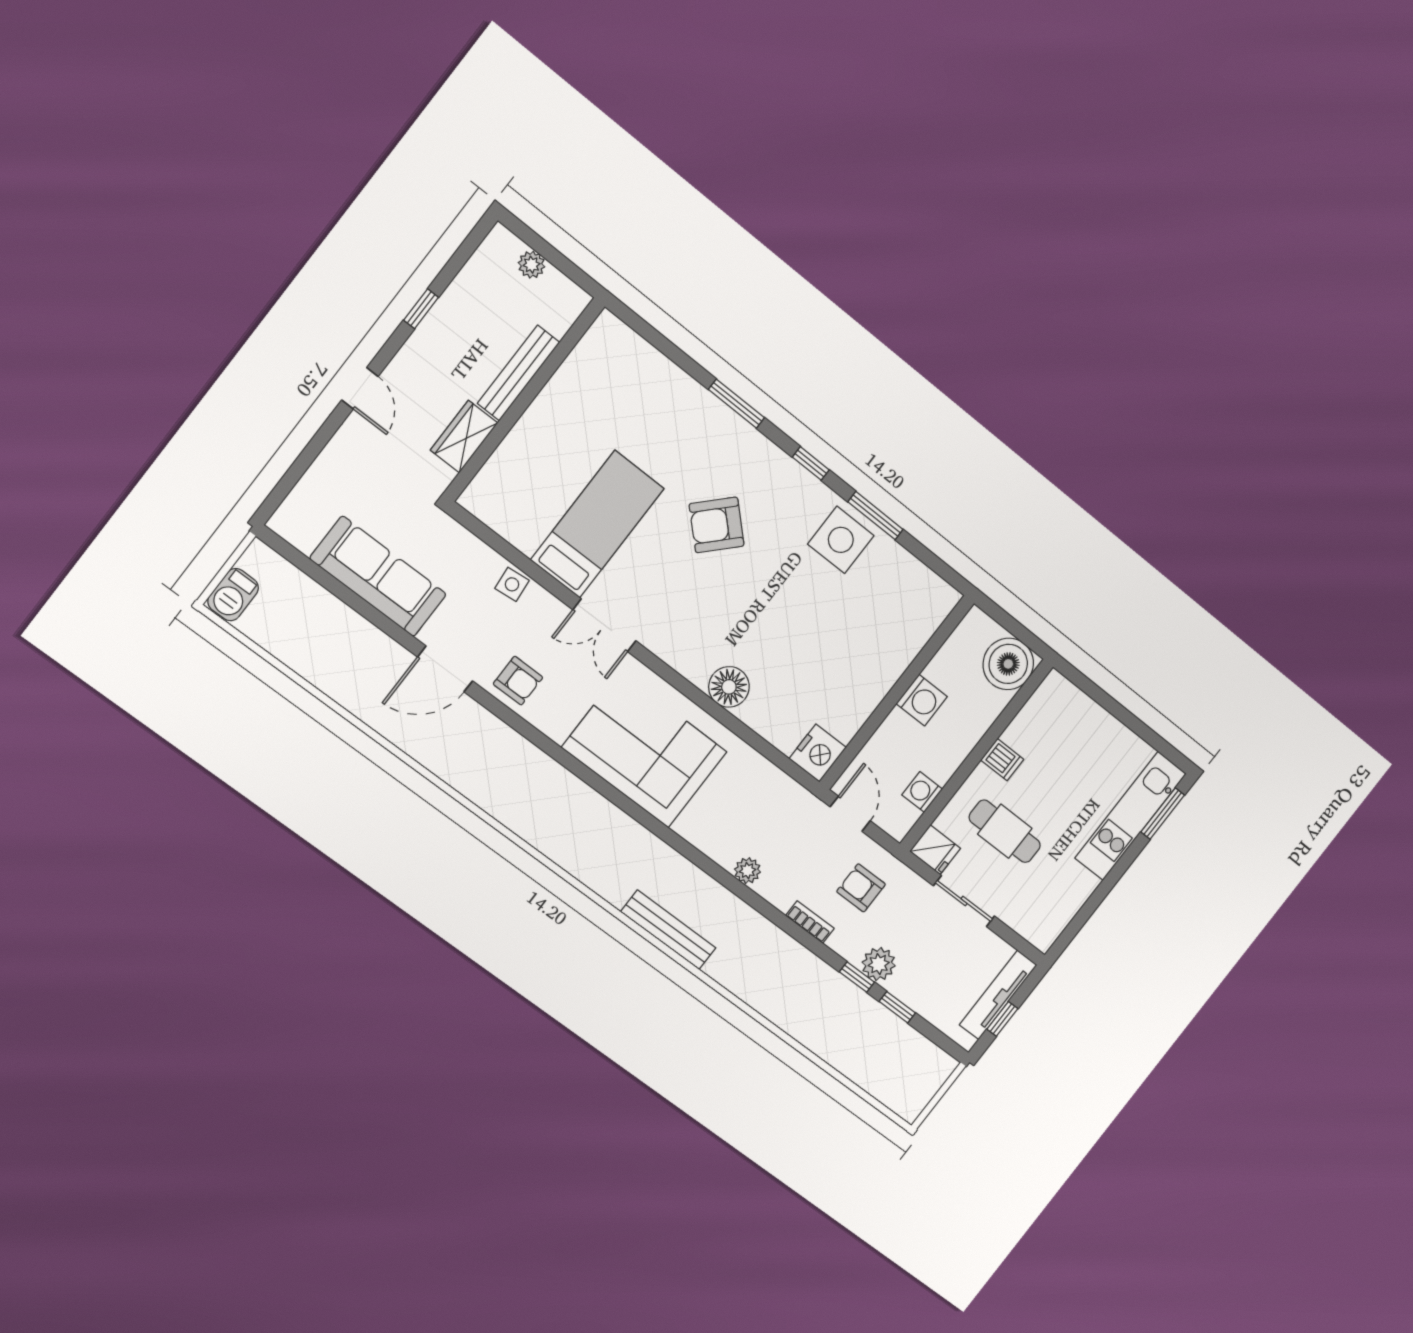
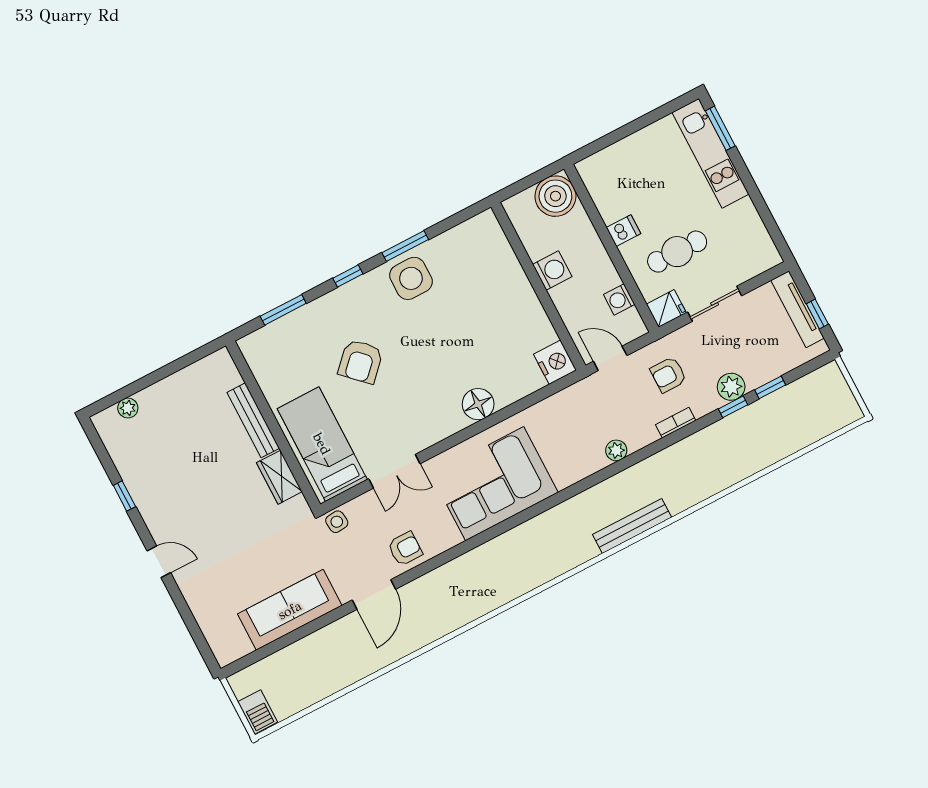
bench: (519, 373) -> (253, 420), moved
wall: (524, 400) -> (273, 425), moved
wardrobe: (464, 436) -> (279, 477), moved

